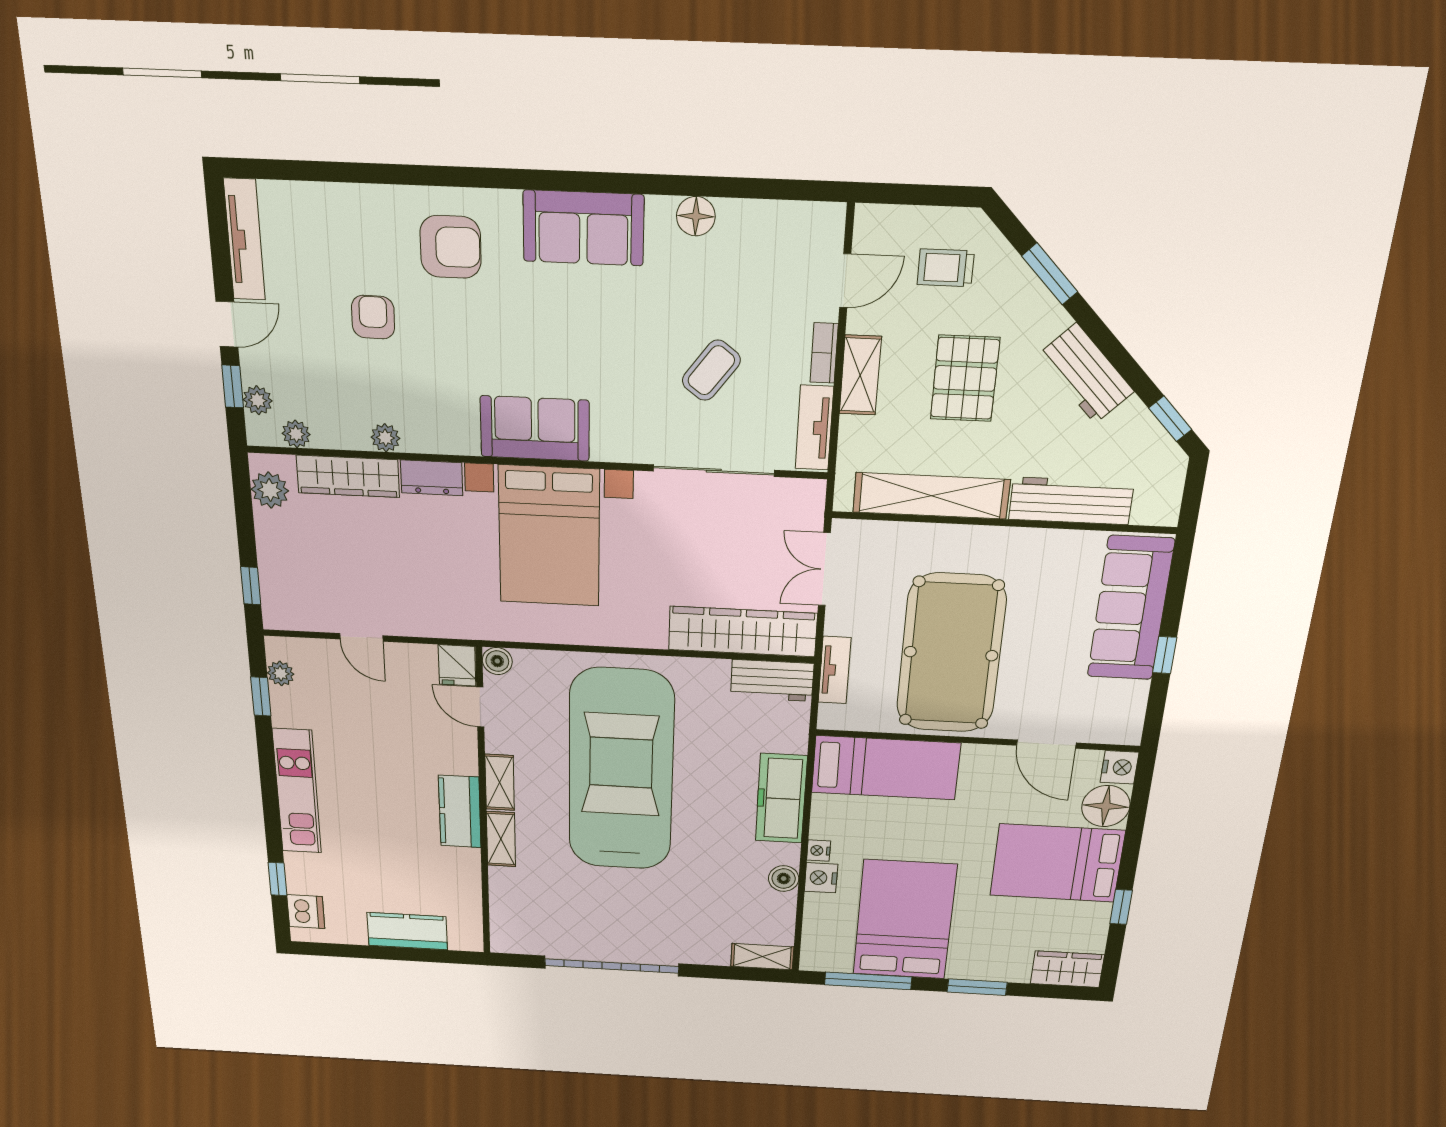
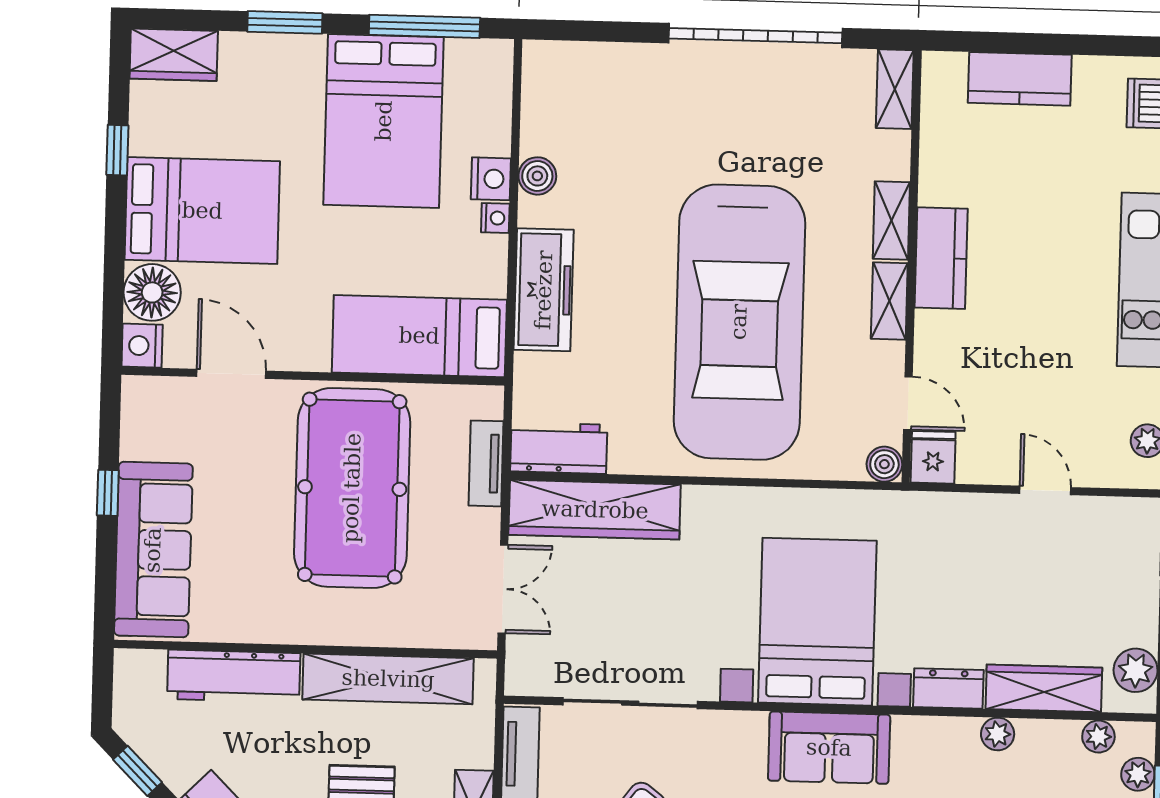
shelving: (762, 957) -> (895, 89), moved, turned 90

